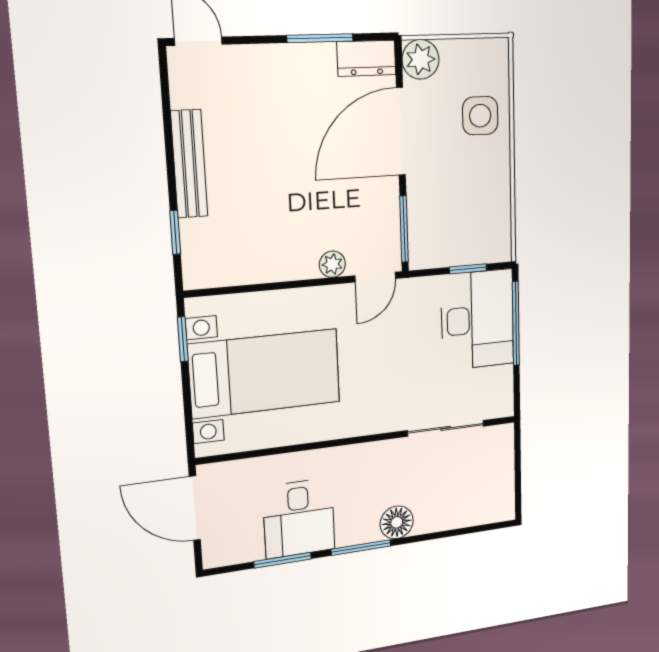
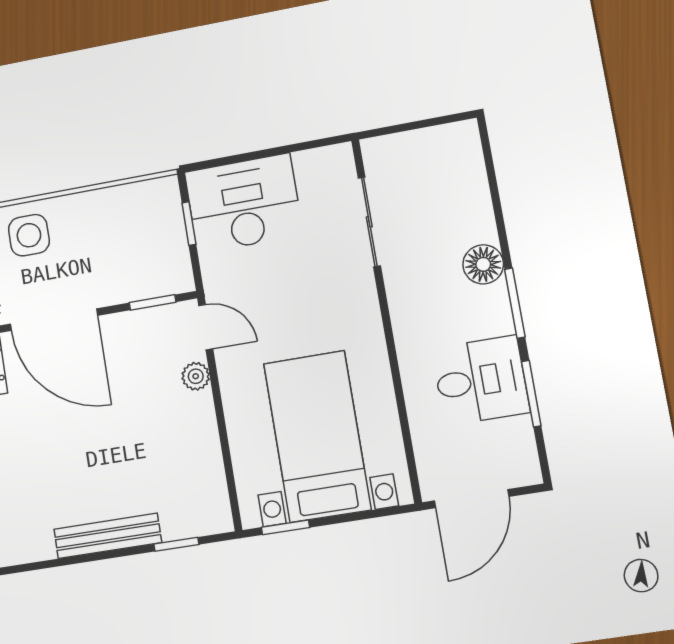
window: (404, 229) -> (153, 302), width x0.67
window: (516, 323) -> (245, 157), removed

